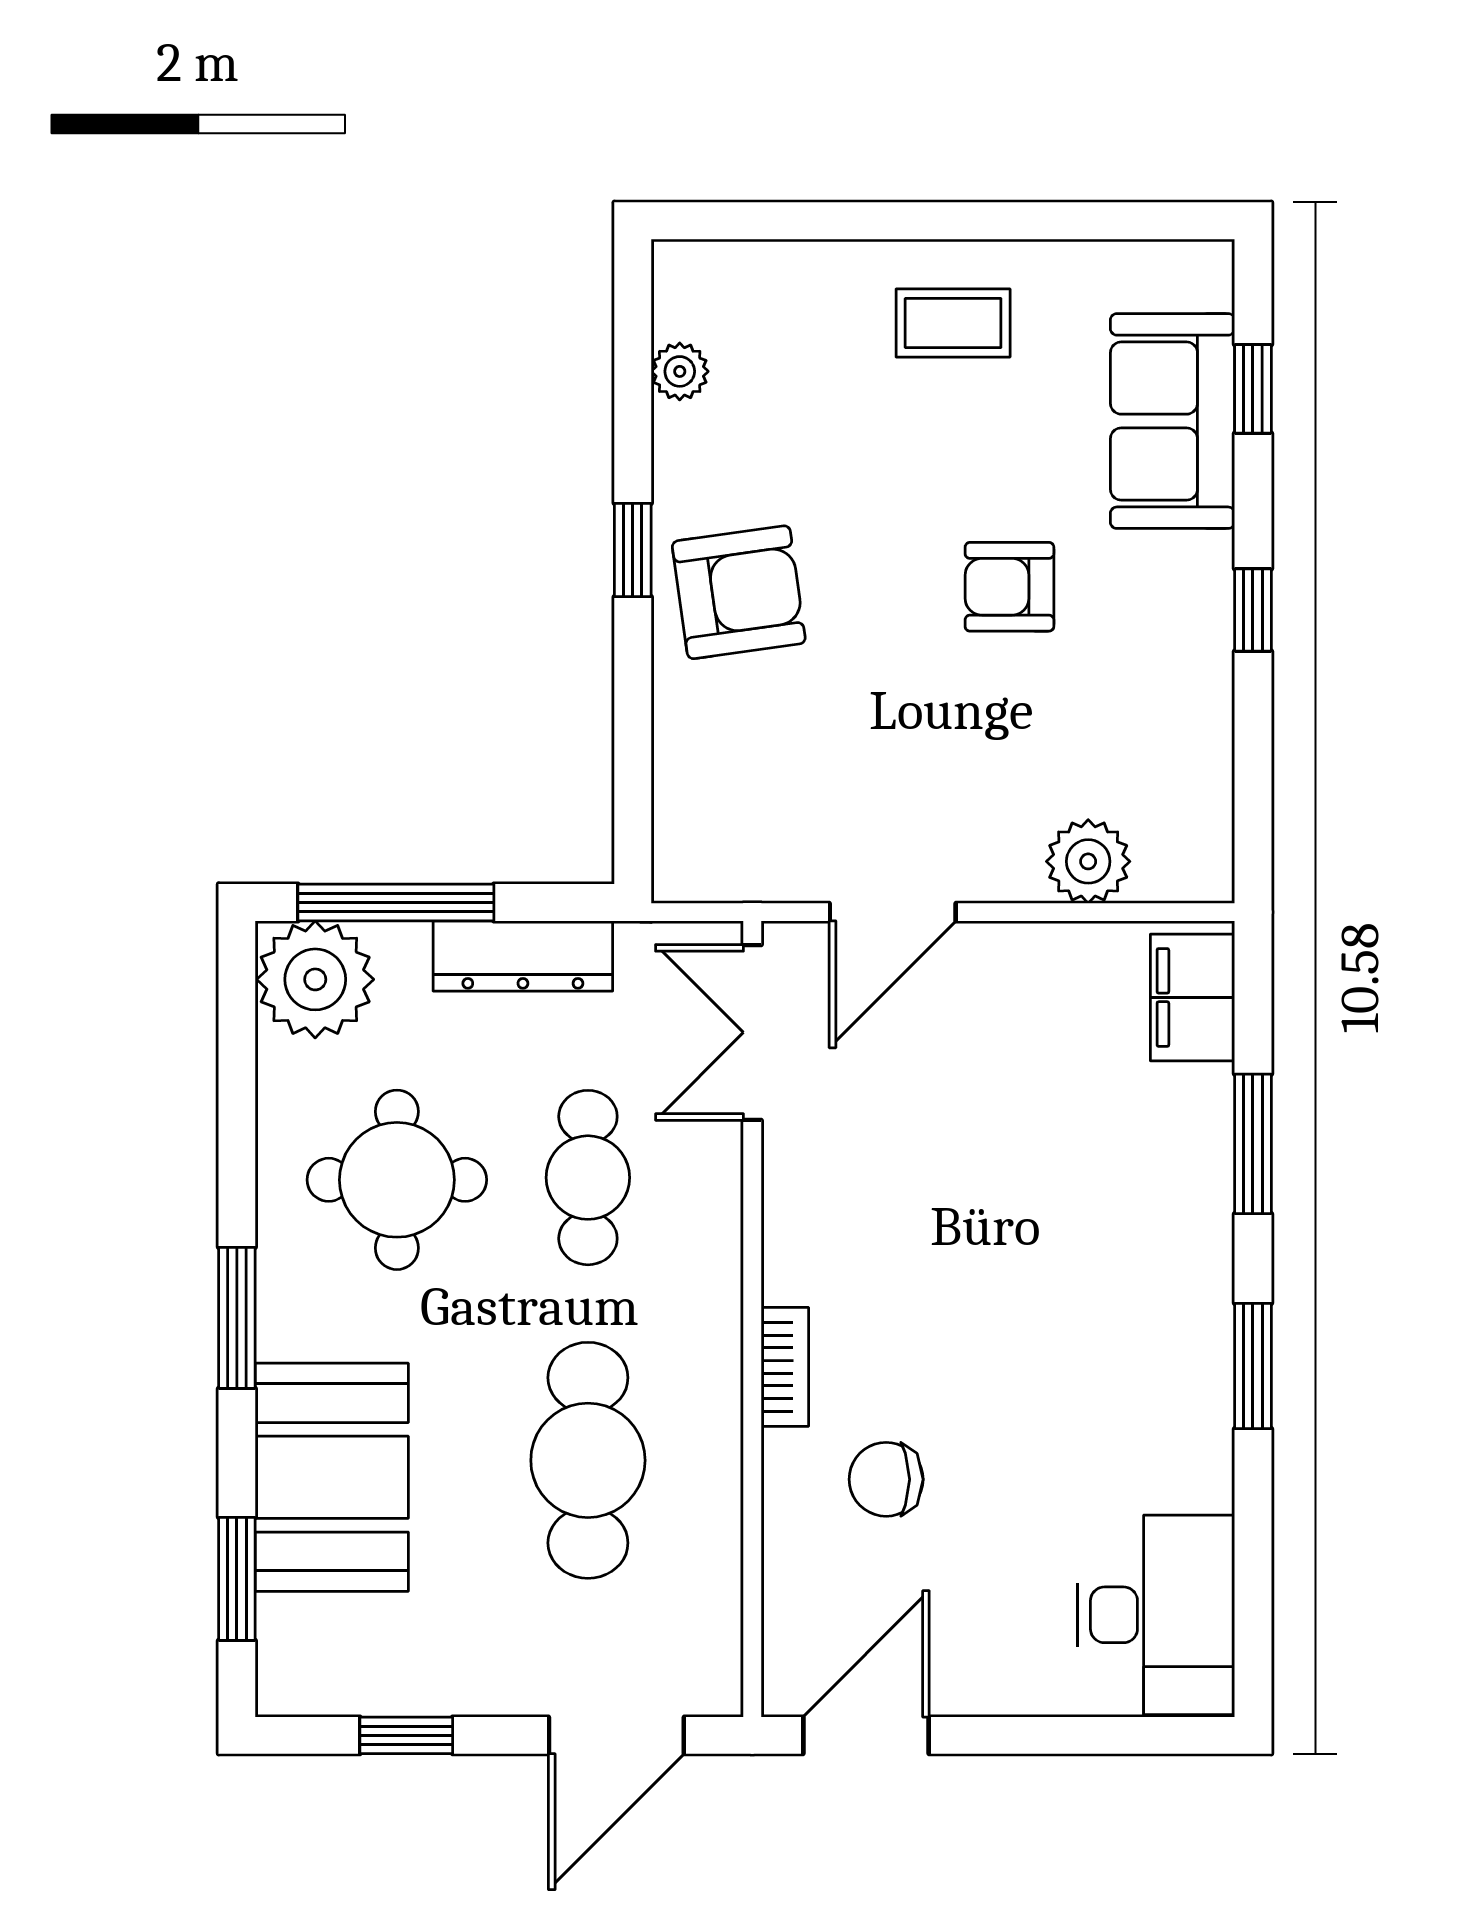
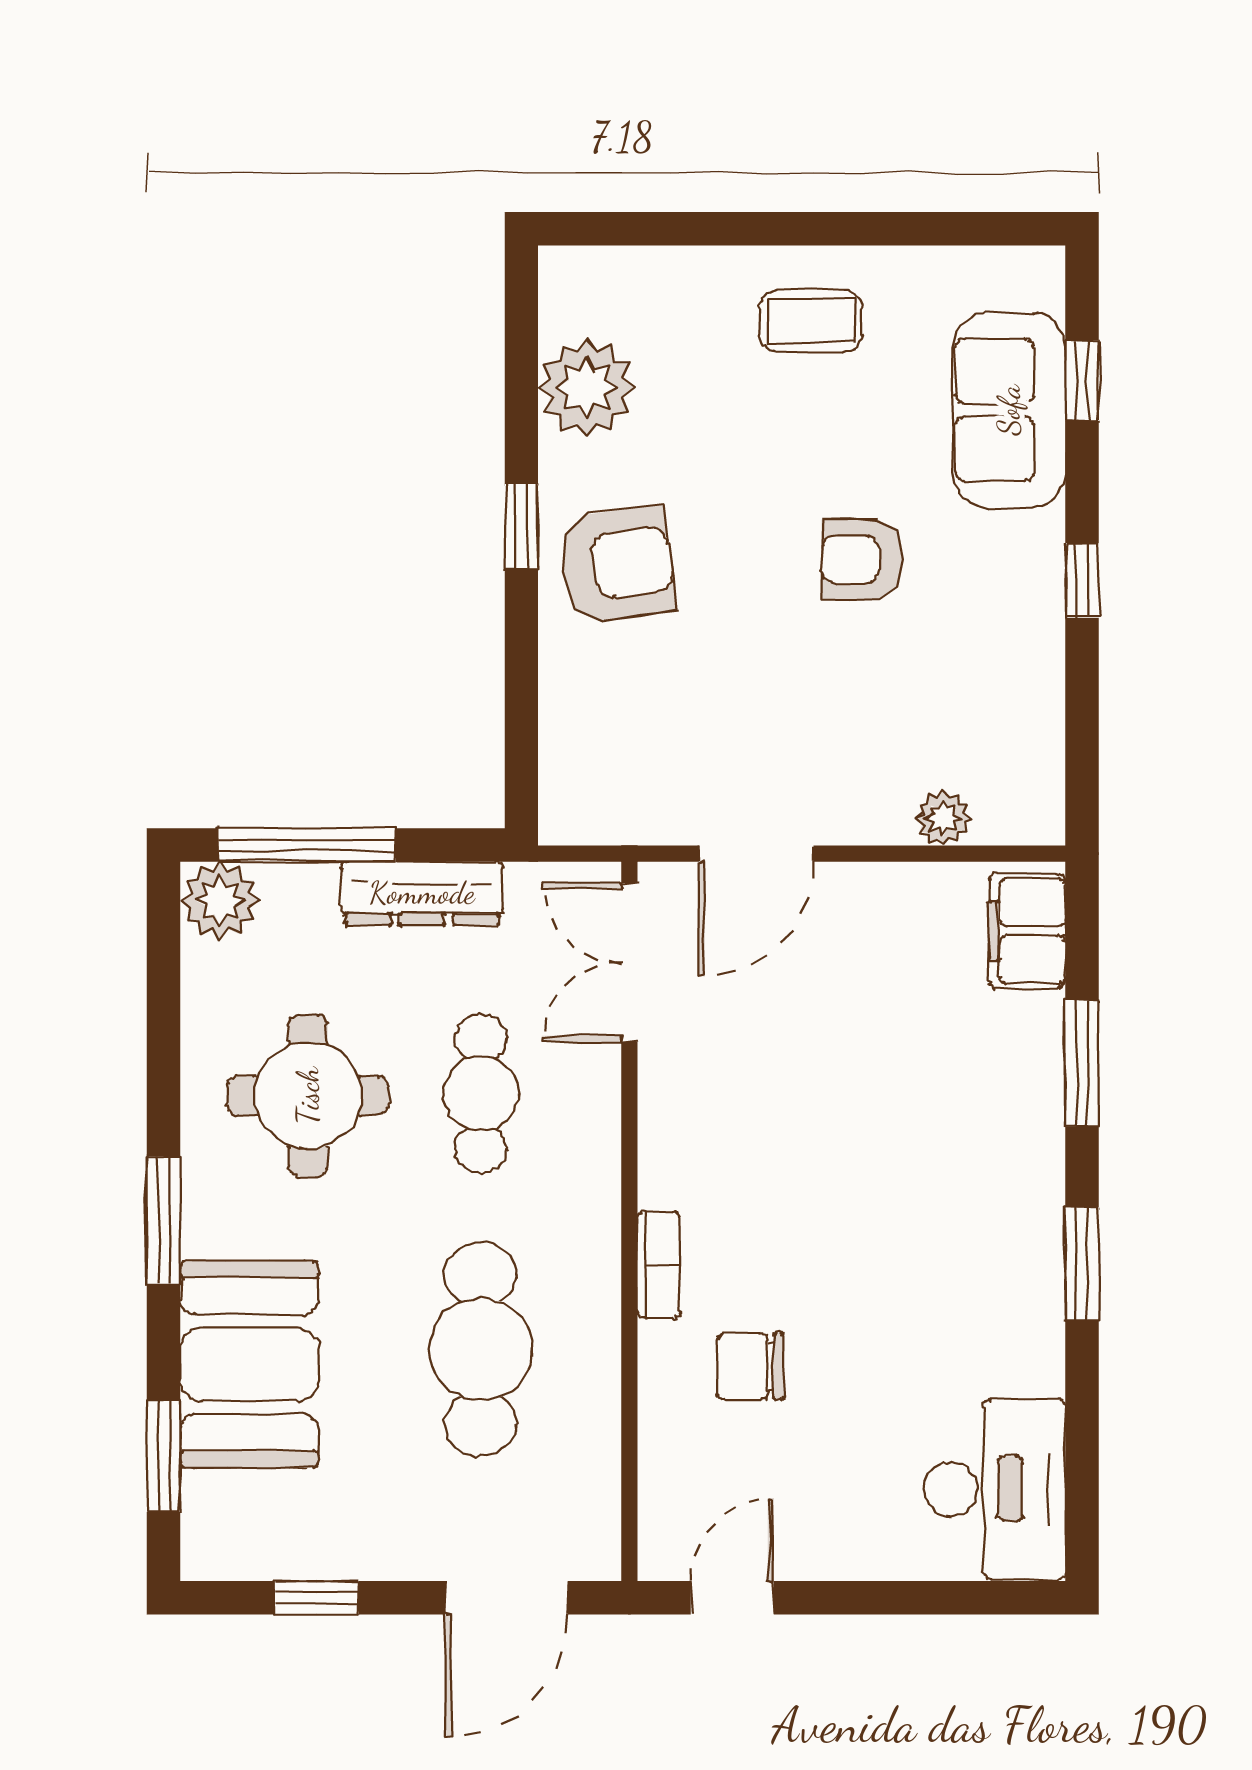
plant: (680, 371) -> (586, 388), width x1.88, depth x1.88
plant: (1088, 861) -> (943, 818), width x0.73, depth x0.73
plant: (315, 979) -> (220, 900), width x0.73, depth x0.73
door: (866, 1735) -> (732, 1598), width x0.73

